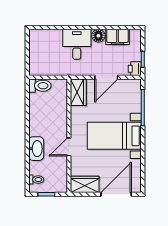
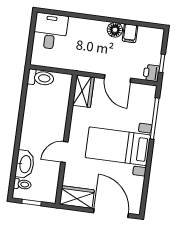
filing cabinet: (118, 37) -> (130, 33), width x0.50
desk: (77, 44) -> (50, 31), moved
door: (106, 77) -> (118, 78), hinge flipped
washbasin: (36, 149) -> (25, 164), moved
door: (116, 194) -> (111, 213), hinge flipped

